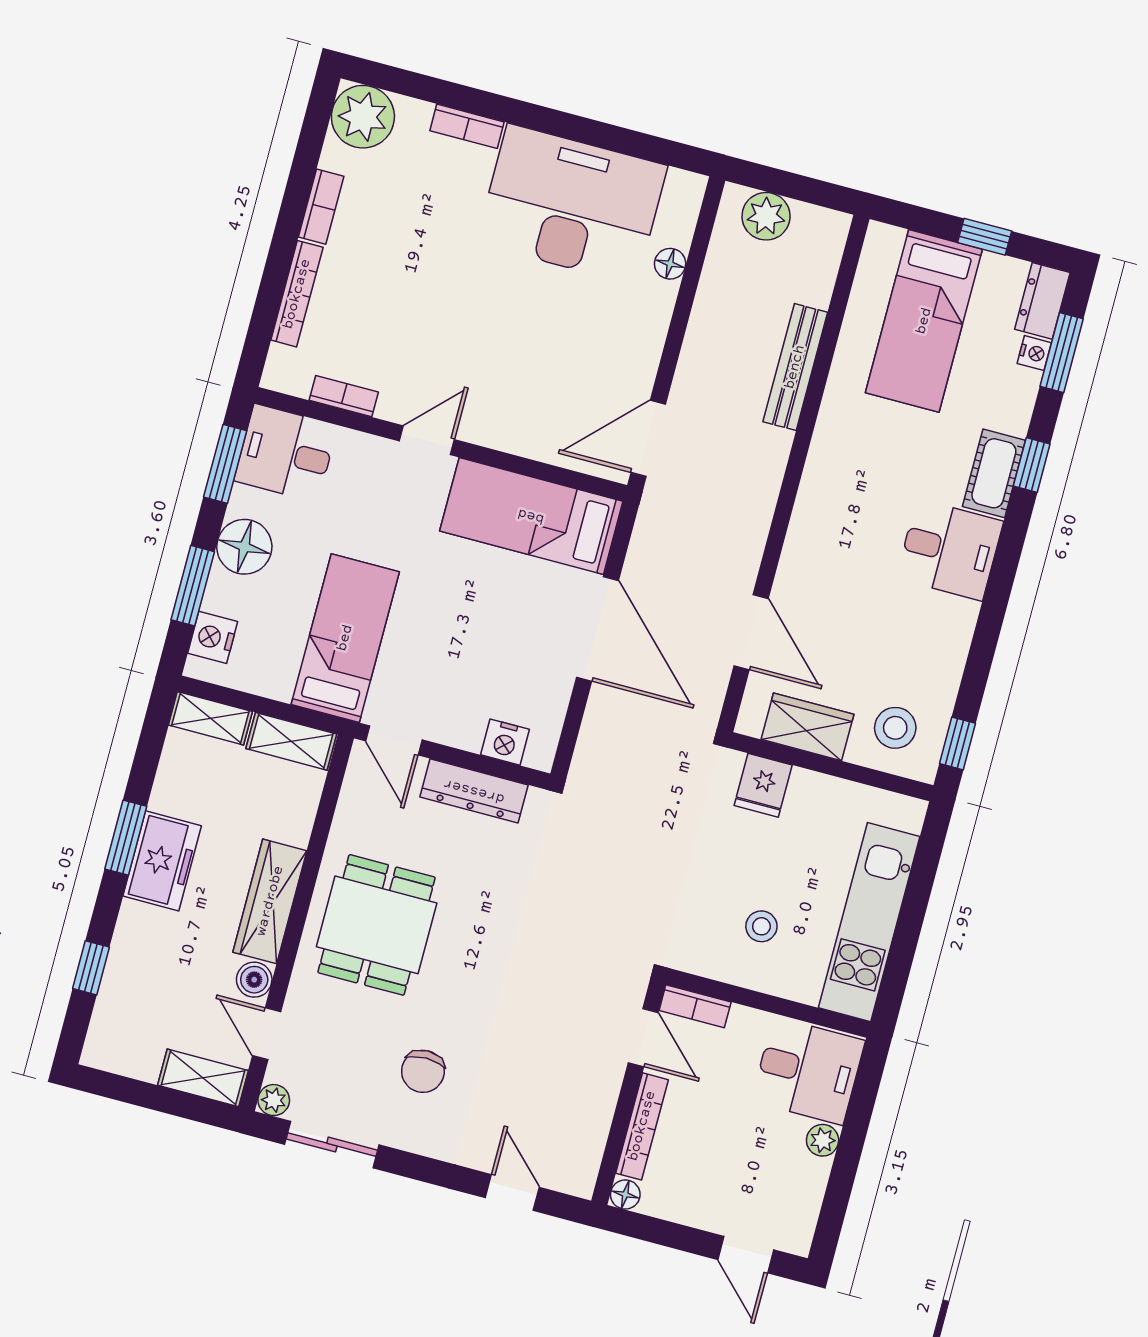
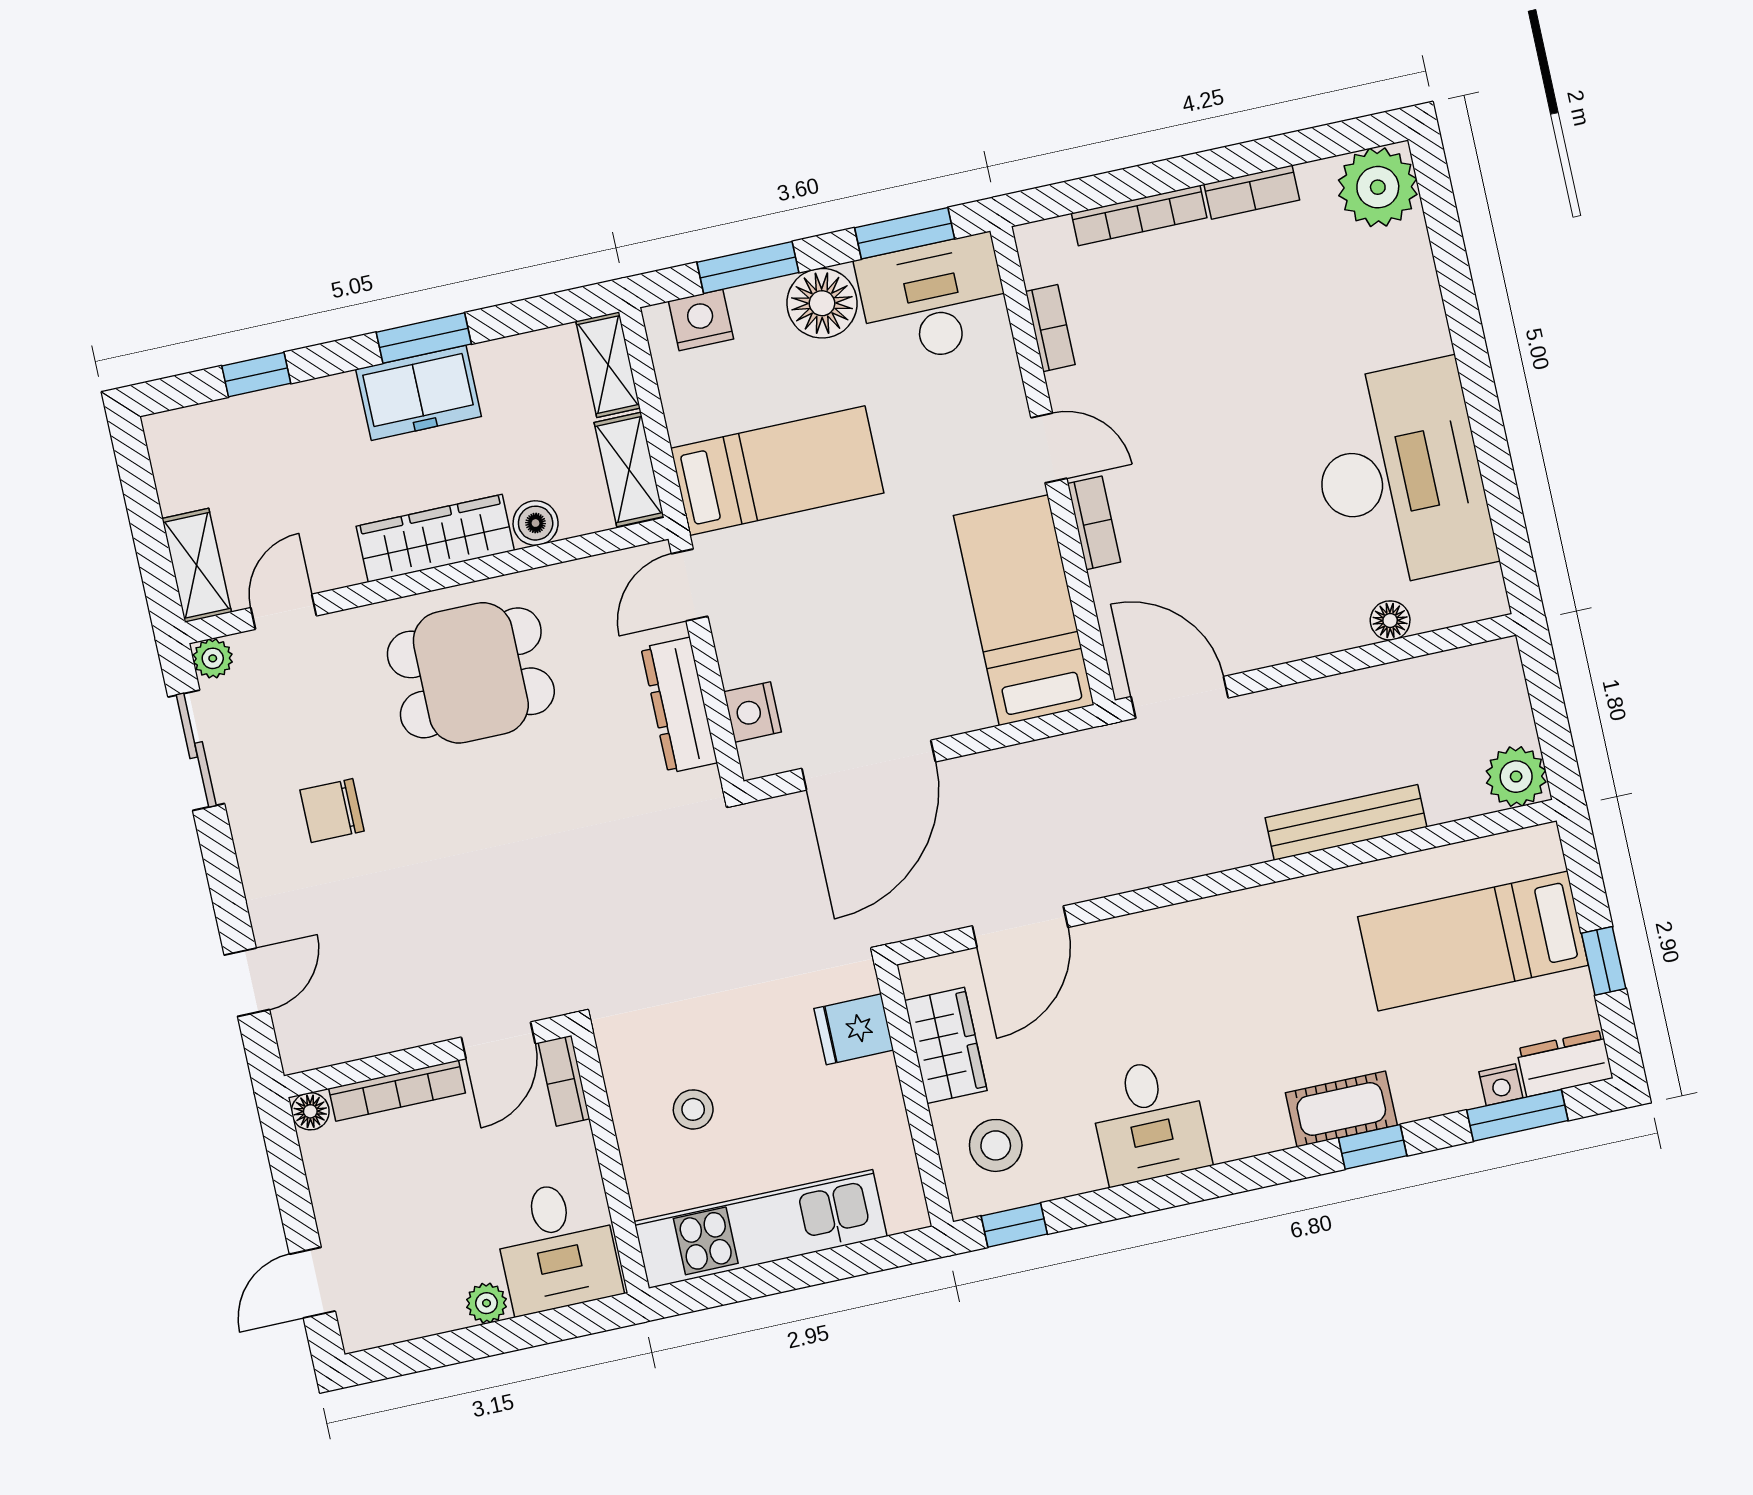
bookcase: (467, 126) -> (1094, 523), moved, turned 180
plant: (766, 216) -> (1516, 777), moved
desk: (286, 453) -> (934, 300), width x1.37
desk: (950, 550) -> (1149, 1121), moved
door: (598, 629) -> (869, 765), moved
boiler: (254, 980) -> (536, 523), moved

